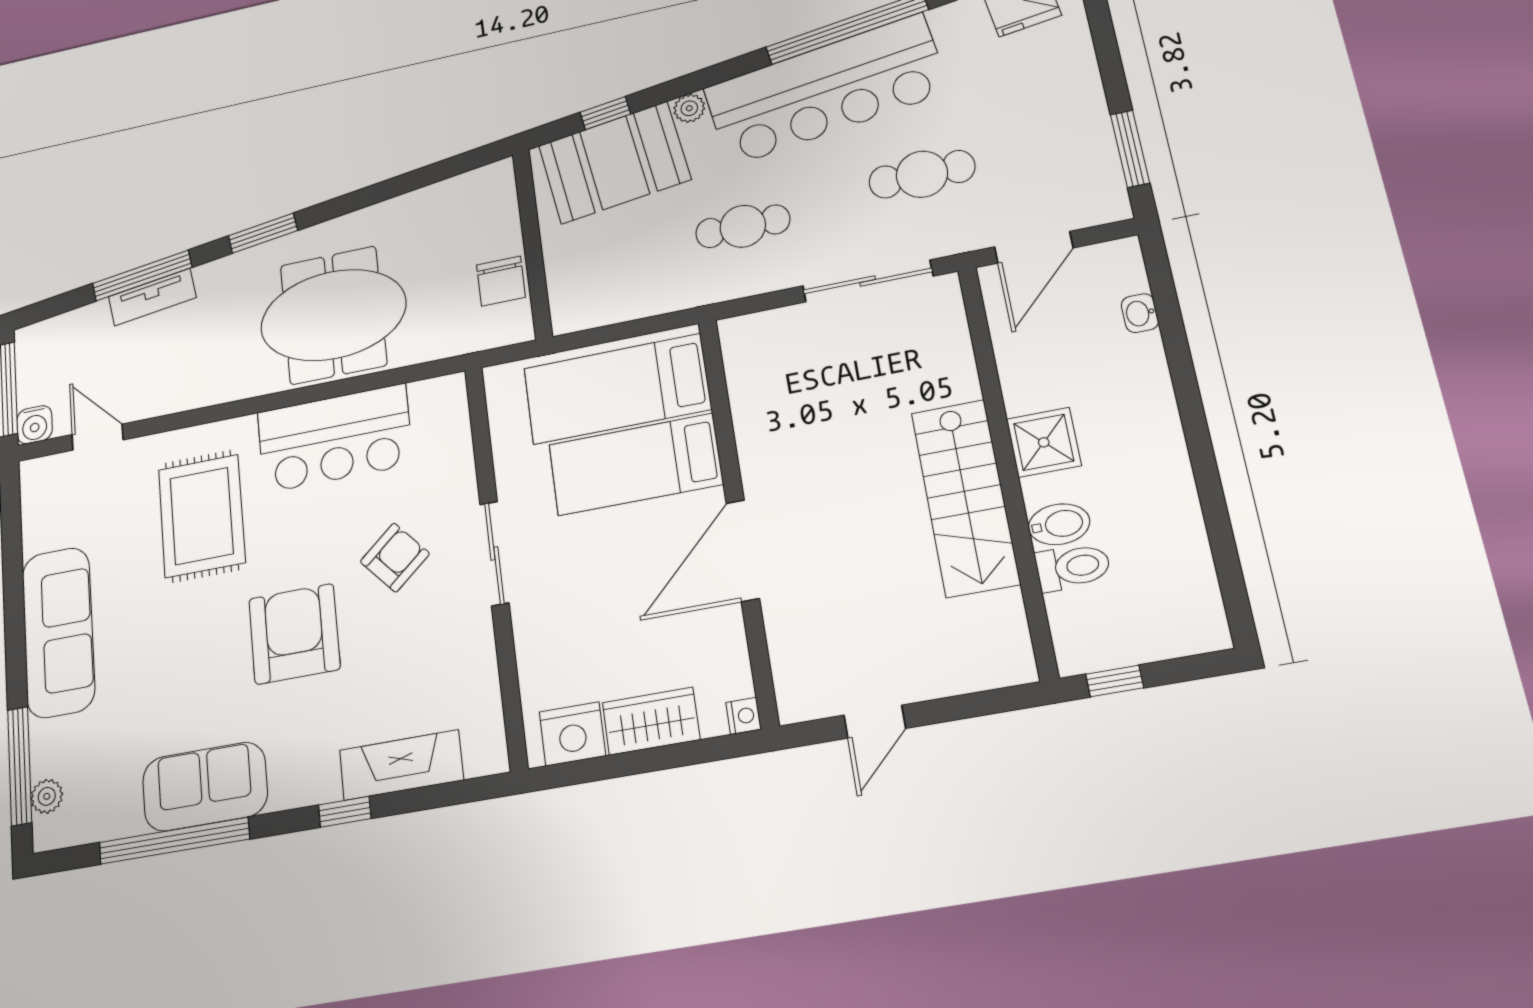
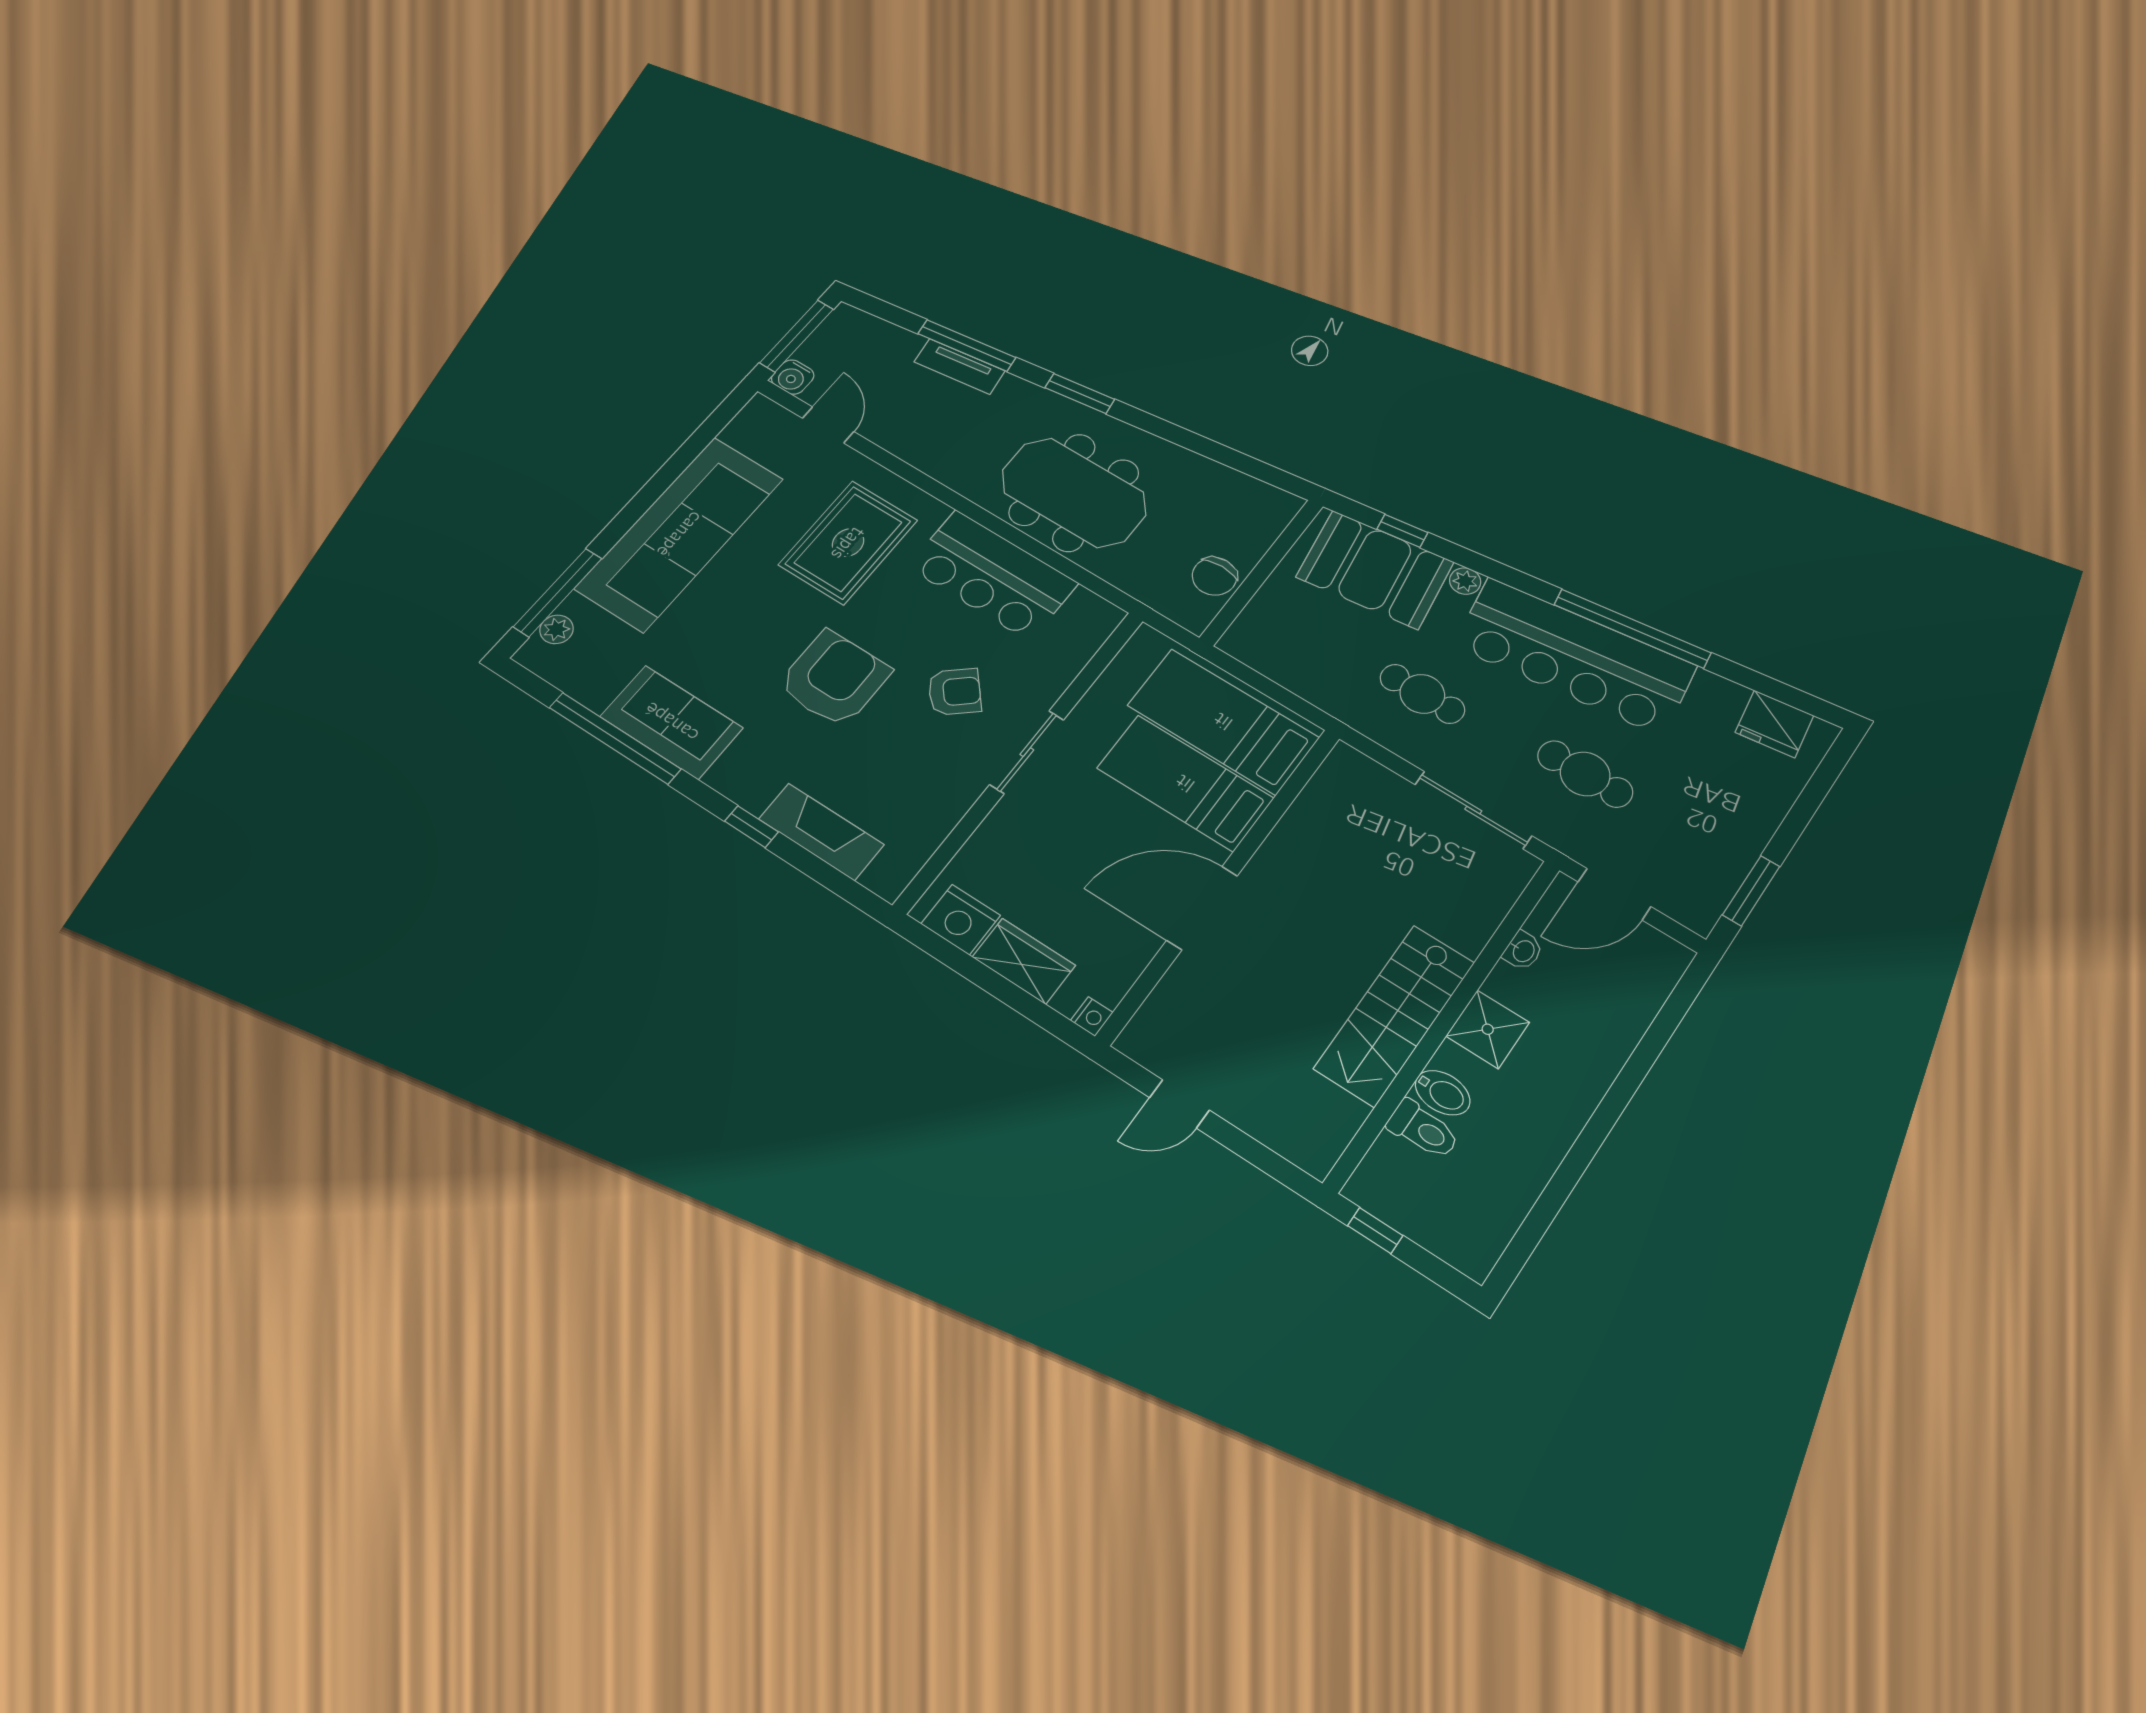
washbasin: (1140, 313) -> (1523, 951), moved, turned 180
sofa: (58, 632) -> (680, 534), width x1.36, depth x1.27

